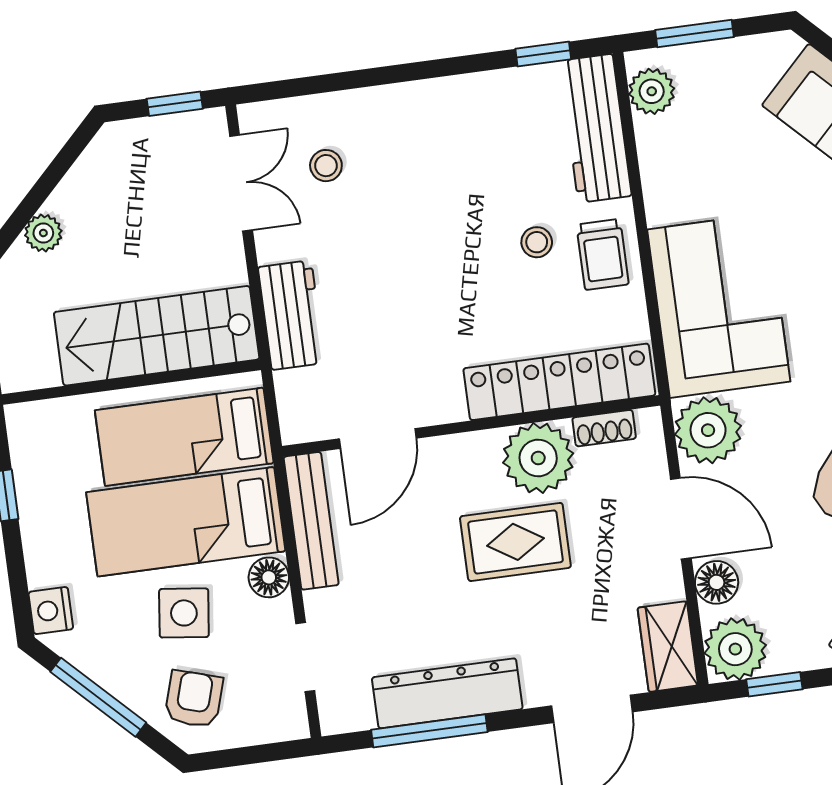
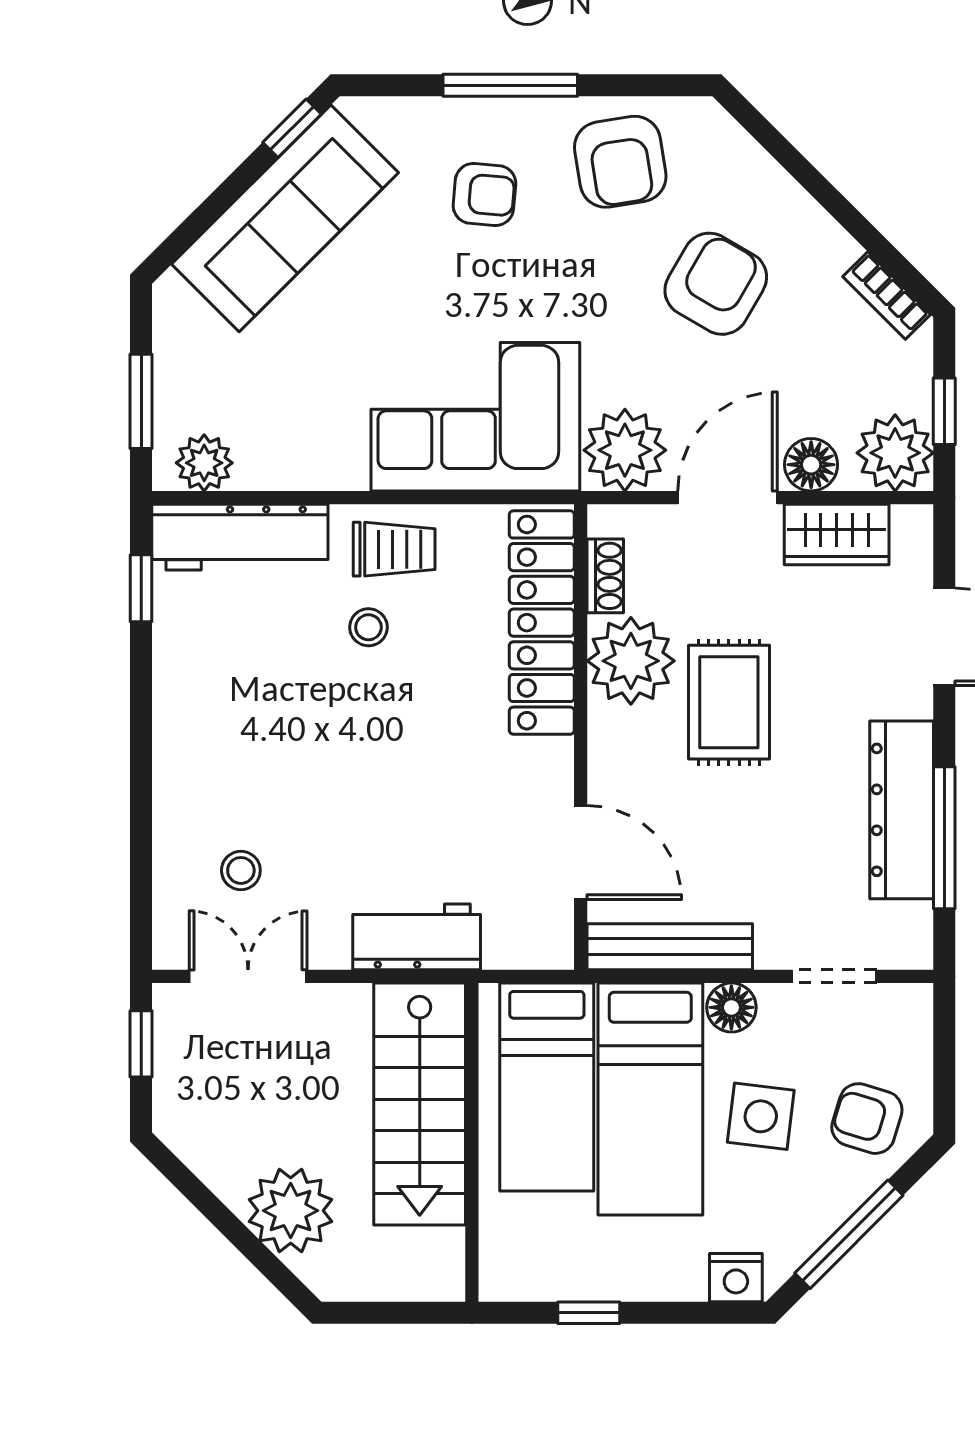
plant: (43, 233) -> (291, 1211), width x1.87, depth x1.87
wardrobe: (668, 647) -> (837, 534), moved

